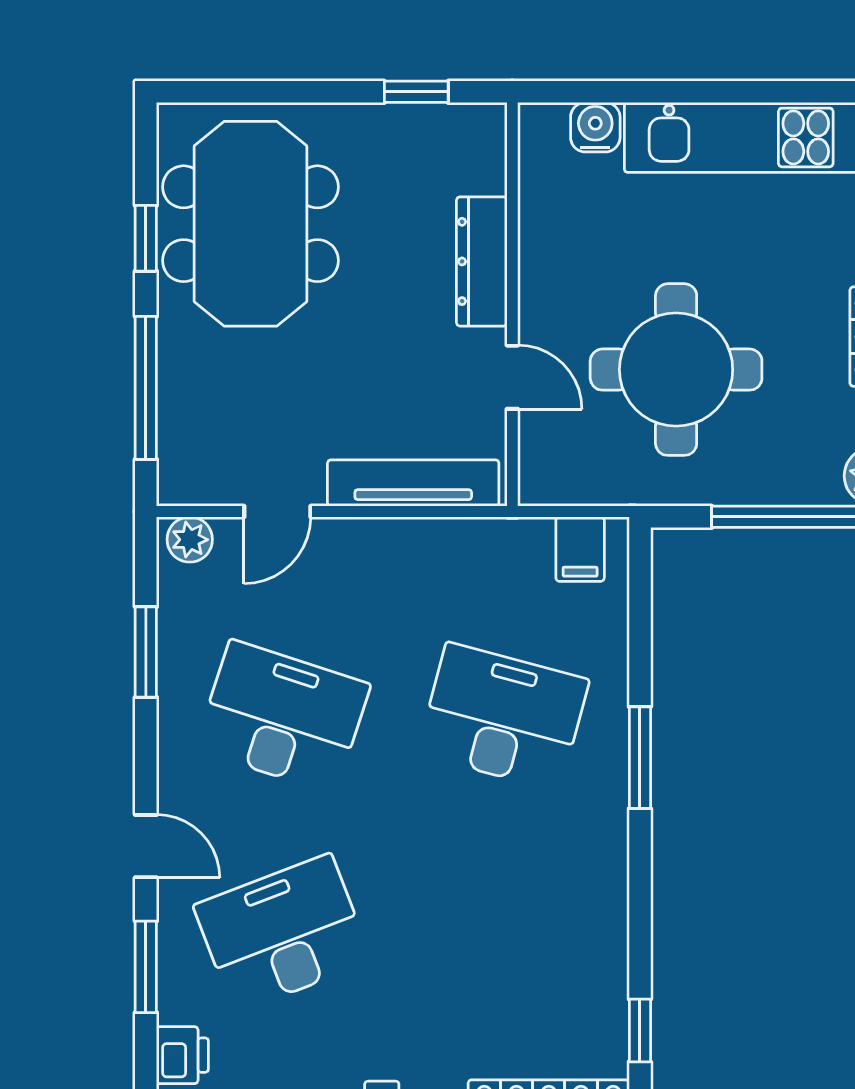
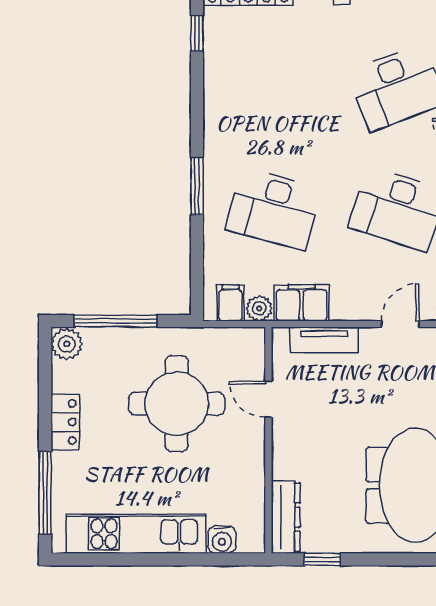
dresser: (482, 261) -> (286, 517), moved
tv unit: (413, 483) -> (324, 340), width x0.71
plant: (529, 539) -> (259, 308), added
filing cabinet: (454, 549) -> (301, 303), added

